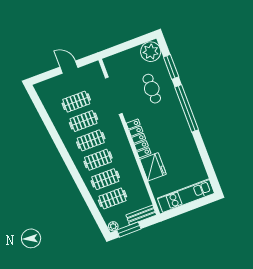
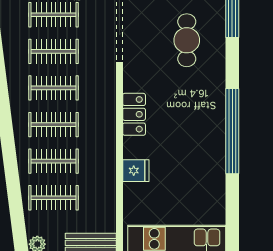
window: (187, 108) -> (232, 131), moved
locker: (139, 138) -> (134, 114), width x0.66
fridge: (153, 167) -> (136, 171), width x0.53, depth x0.75

